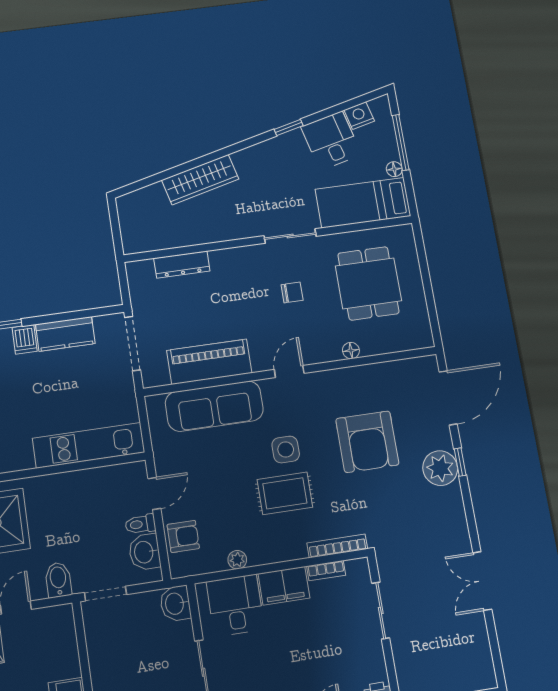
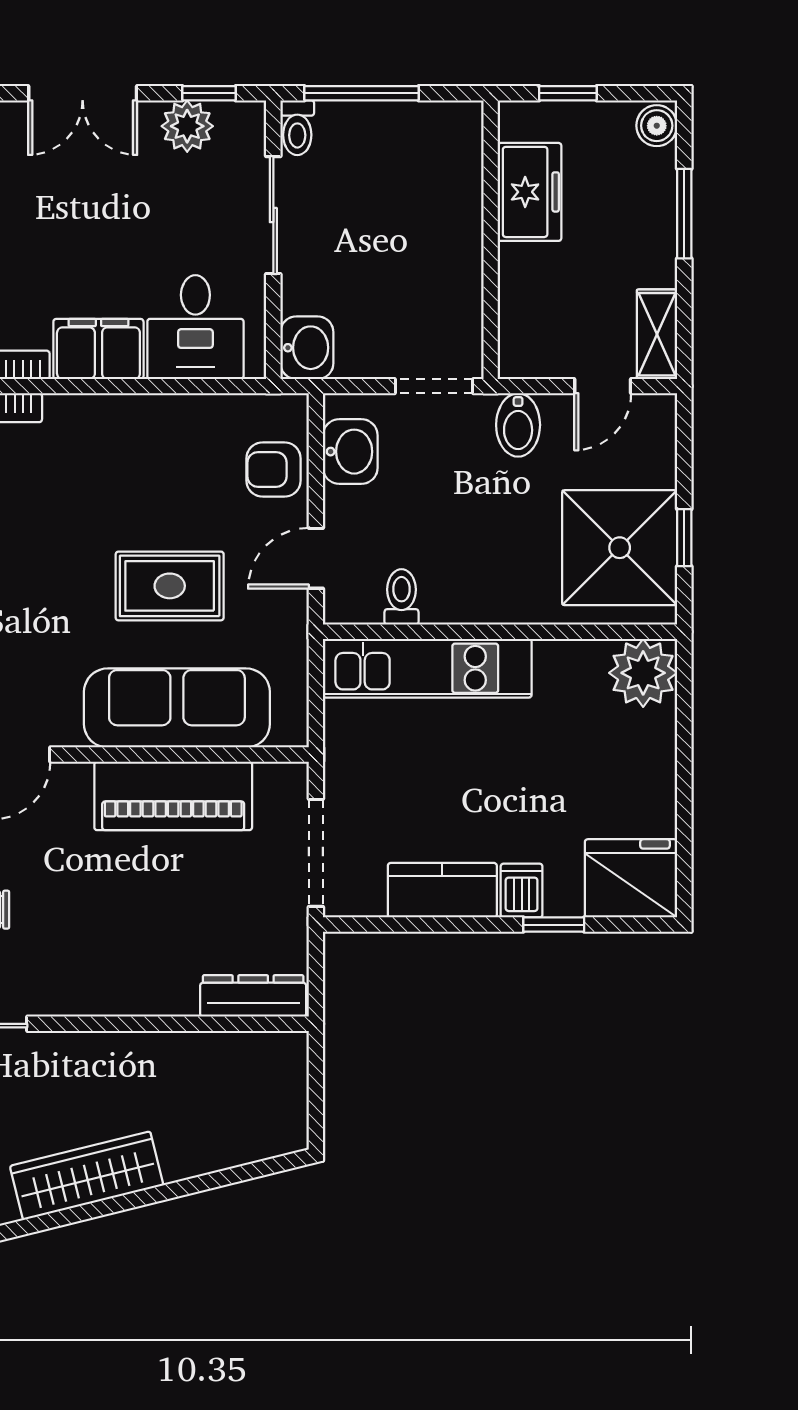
wardrobe: (200, 180) -> (87, 1176), moved
dresser: (182, 265) -> (253, 996), moved
side table: (286, 450) -> (53, 605), removed
rug: (285, 493) -> (170, 586), moved
toilet: (140, 524) -> (402, 597), moved, turned -90
plant: (237, 560) -> (179, 411), removed

